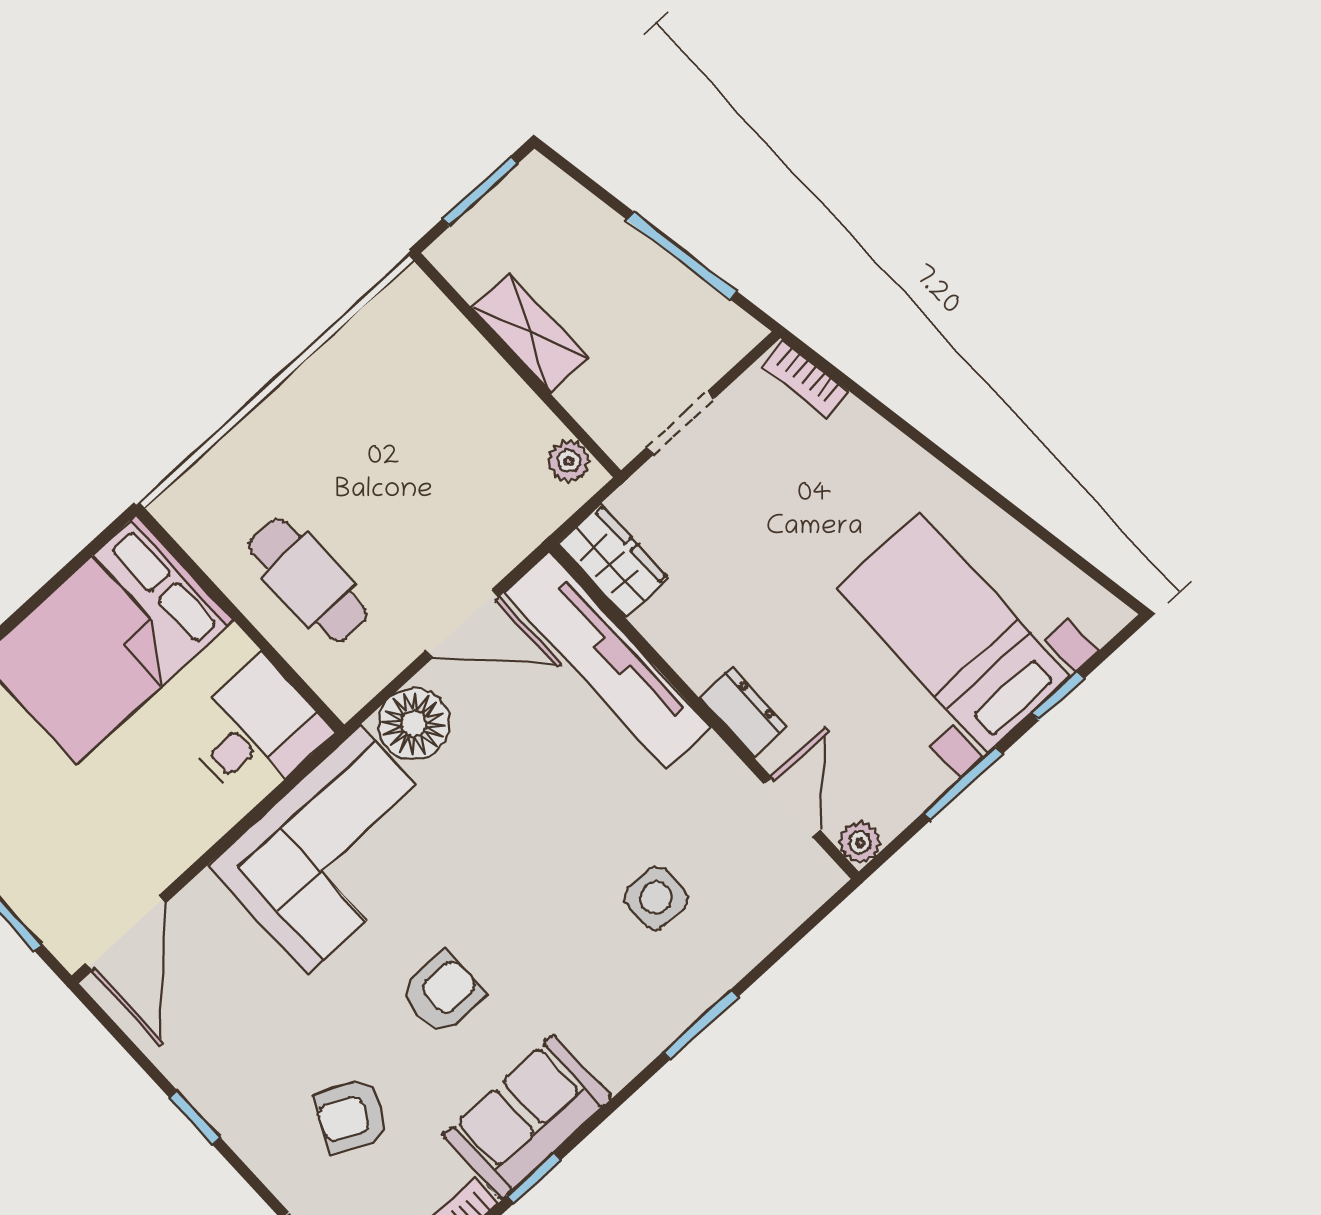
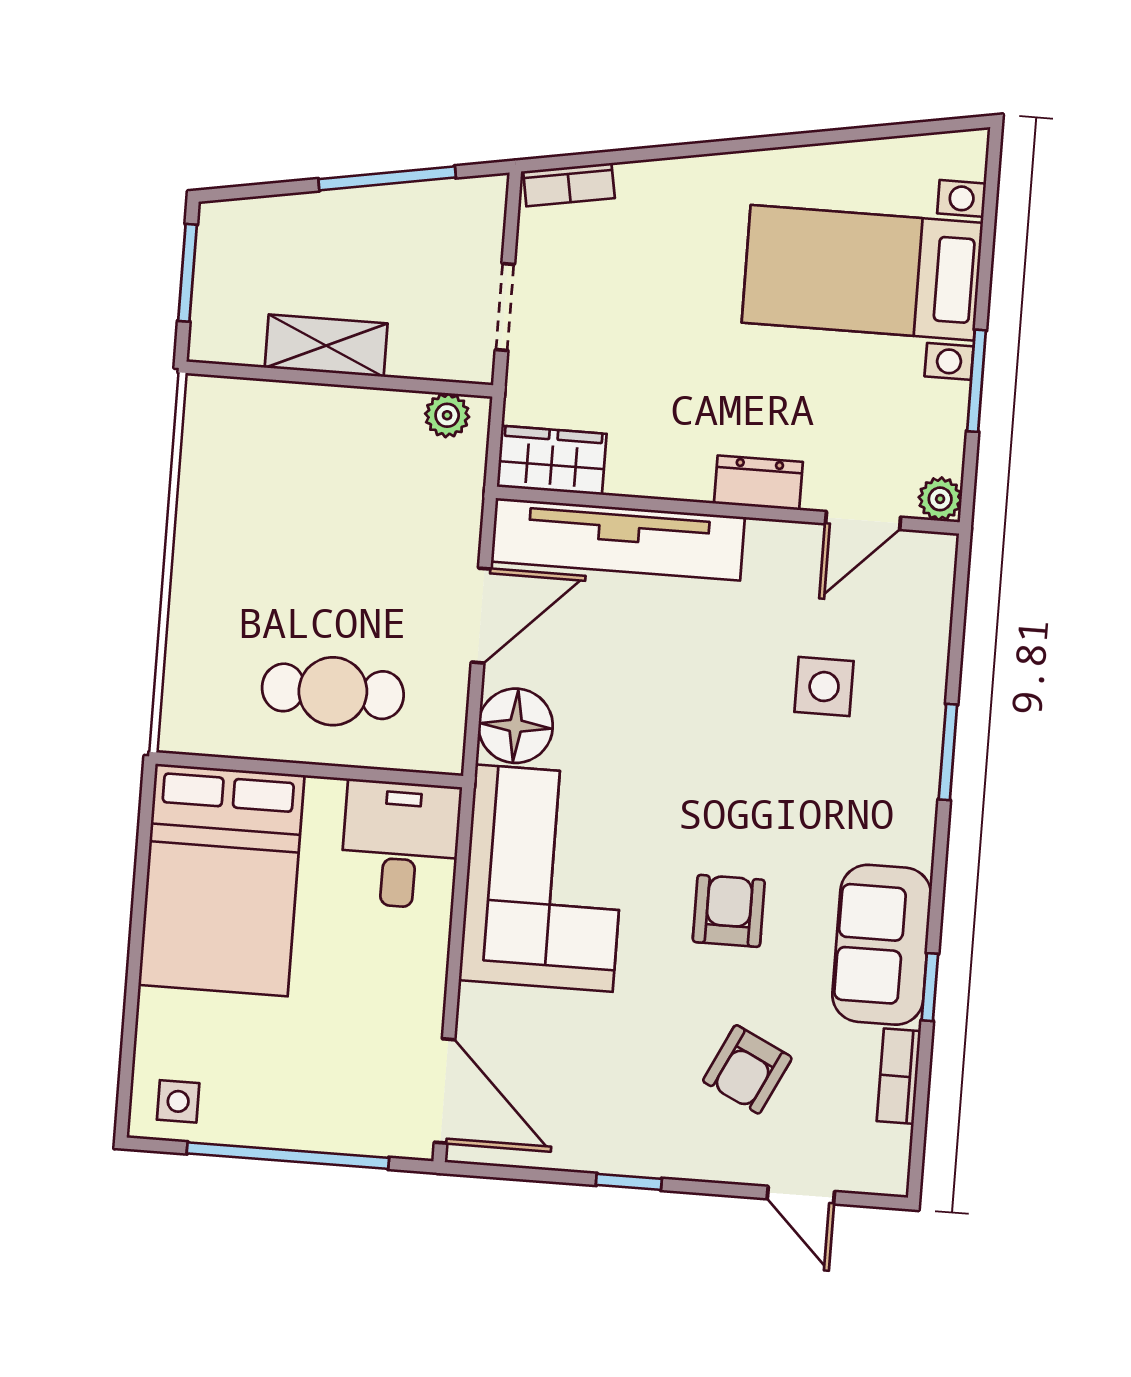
window: (1058, 696) -> (987, 246), removed
door: (792, 807) -> (863, 521), swing flipped

